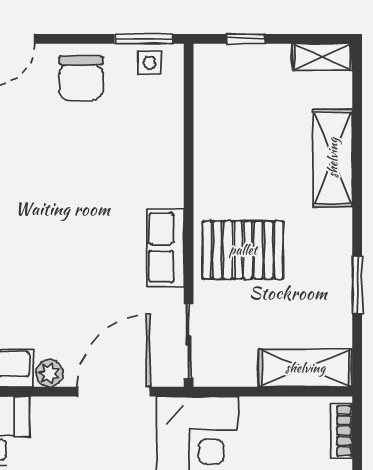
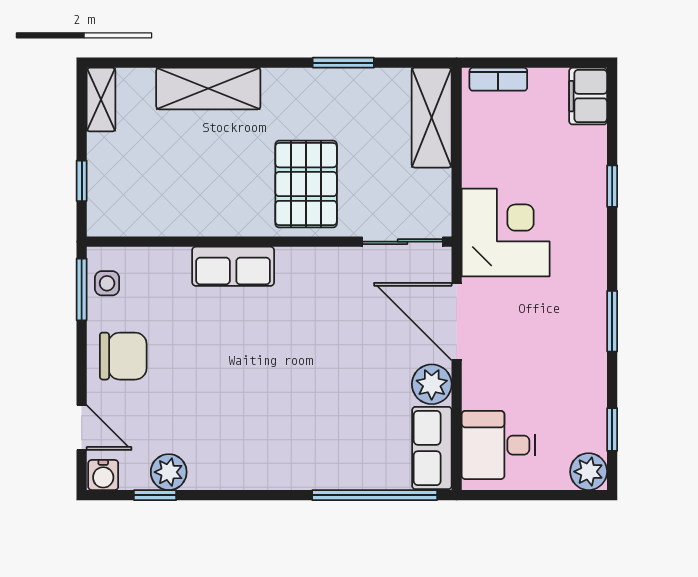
row of seats: (165, 247) -> (233, 266), moved
plant: (49, 373) -> (432, 384), width x1.38, depth x1.38

